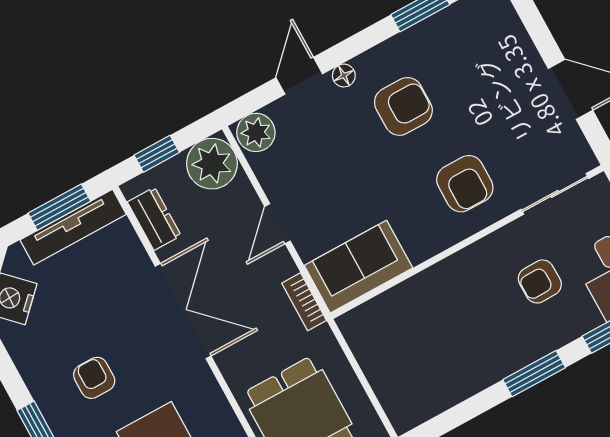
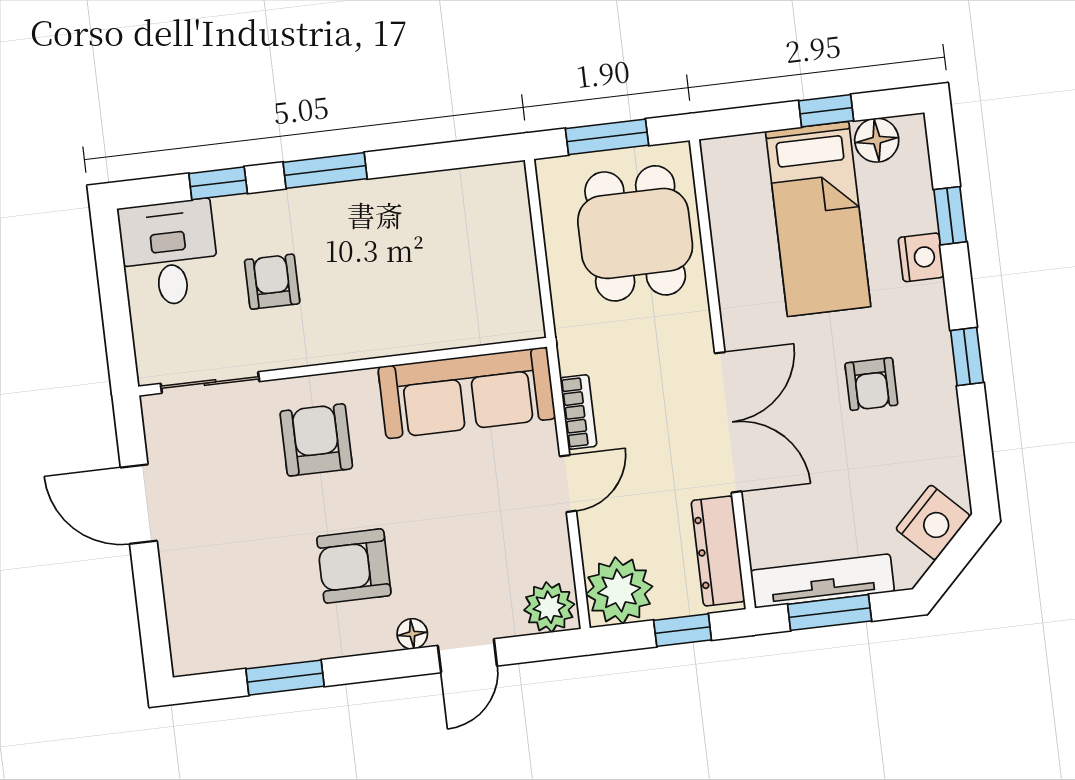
dresser: (154, 219) -> (718, 551), width x1.44
sofa: (358, 267) -> (467, 393), width x1.36
armchair: (540, 281) -> (272, 282), turned -89
bookcase: (304, 302) -> (578, 412), moved
double door: (183, 311) -> (728, 422), swing flipped

